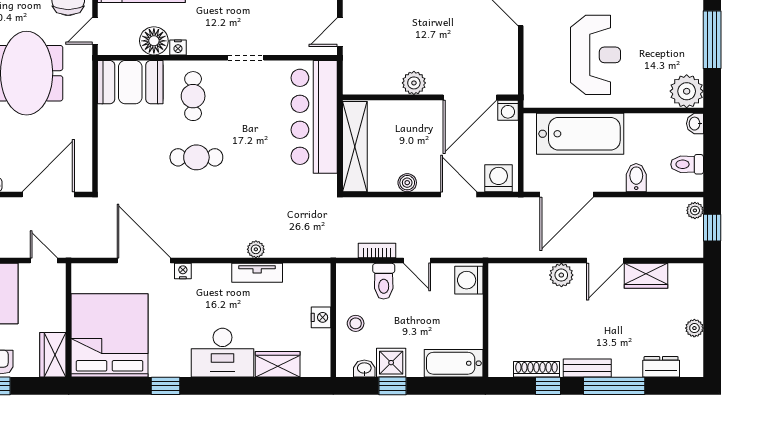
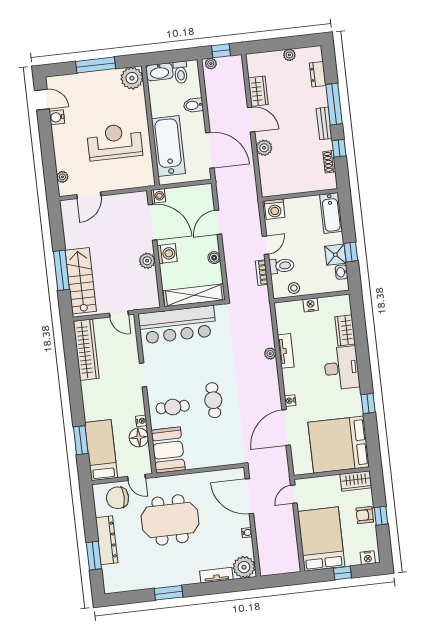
washbasin: (695, 124) -> (159, 72), width x1.91, depth x1.45
washing machine: (499, 178) -> (167, 254), moved, turned 180
stool: (356, 323) -> (294, 288), moved
shoe rack: (536, 369) -> (329, 162), width x0.70

